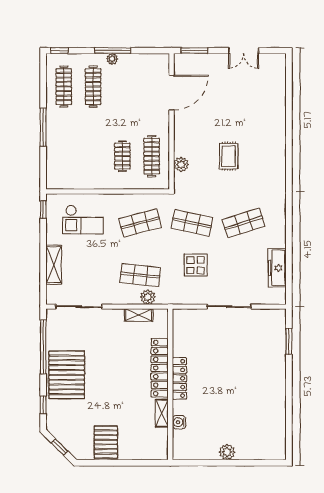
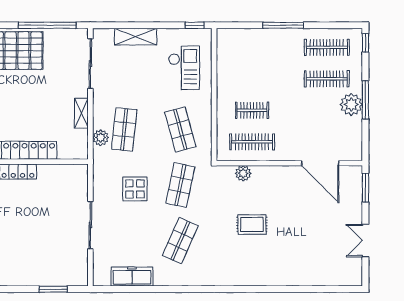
plant: (112, 59) -> (351, 105), width x1.88, depth x1.88
checkout: (83, 220) -> (184, 68), turned 180
shop shelf: (244, 223) -> (180, 241), turned 42
shelving: (139, 315) -> (81, 113), moved

